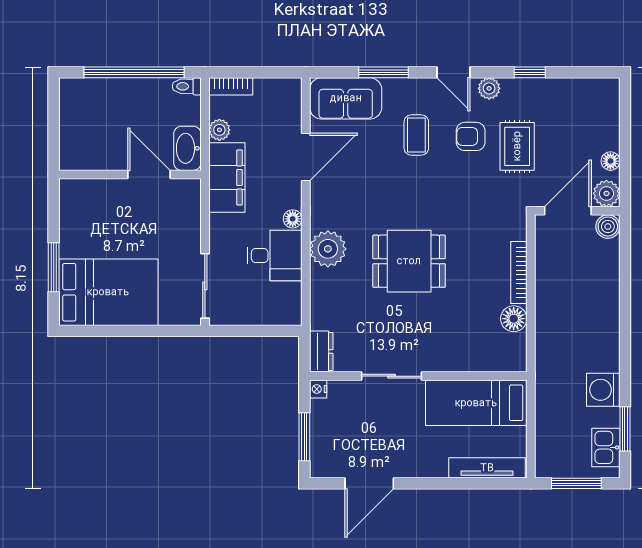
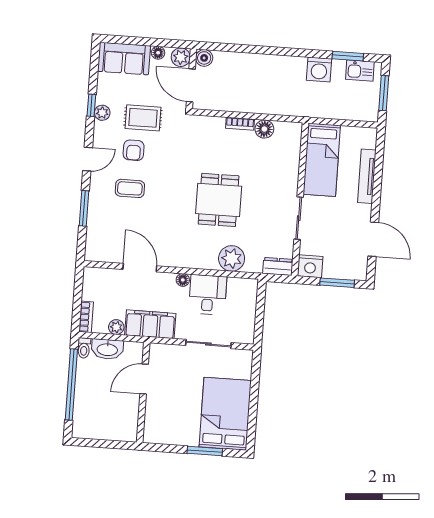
plant: (489, 88) -> (102, 113), moved
sofa: (346, 98) -> (124, 58), moved, turned 90
washbasin: (187, 148) -> (107, 349), moved
plant: (328, 249) -> (232, 258), moved
bookcase: (519, 273) -> (240, 124), width x0.64
sliding door: (205, 286) -> (208, 344), moved
nightstand: (318, 389) -> (310, 266), width x1.89, depth x1.79
tv unit: (487, 468) -> (367, 176), moved

